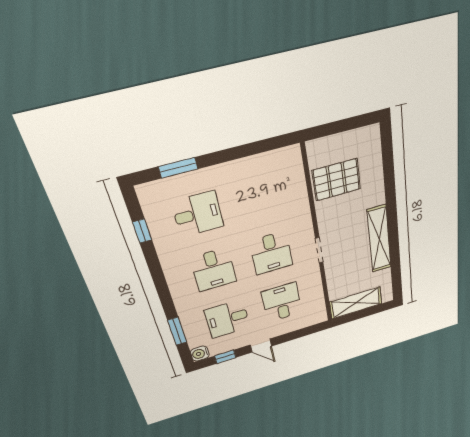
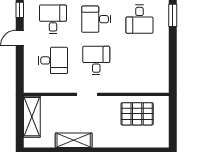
pallet: (337, 180) -> (137, 114), turned 90
shelving: (379, 239) -> (74, 140), width x0.68
desk: (271, 253) -> (96, 60), turned 90

